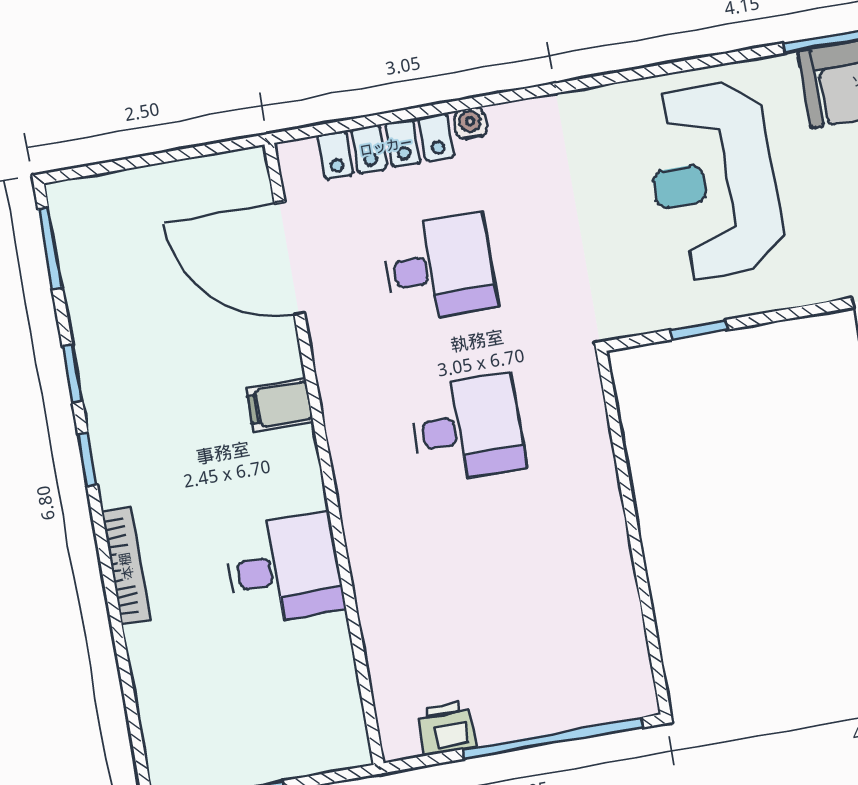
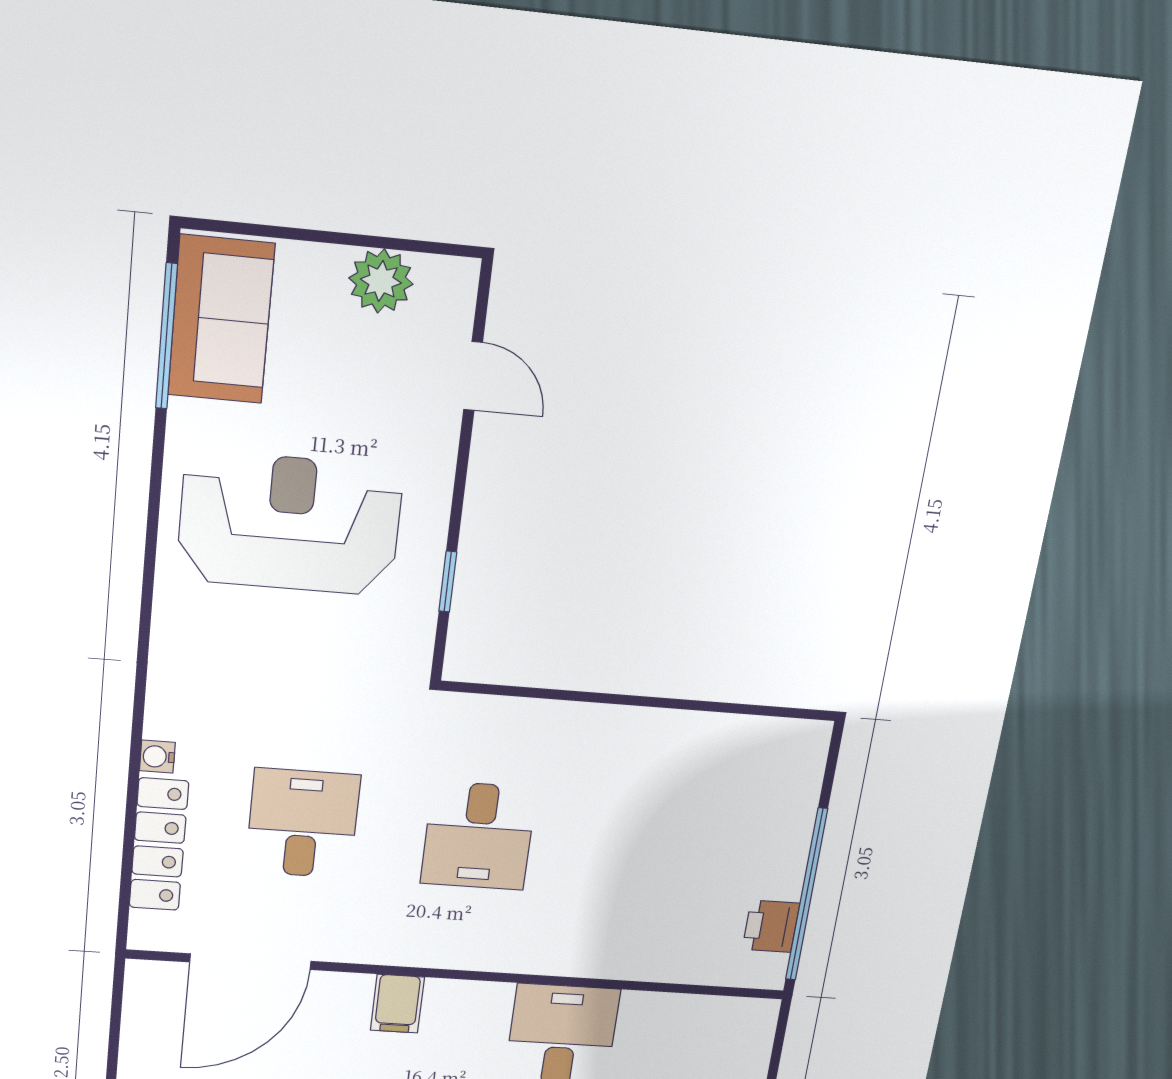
reception desk: (714, 180) -> (290, 523), turned 180
desk: (467, 429) -> (478, 836), turned 180
window: (553, 738) -> (807, 895), moved

